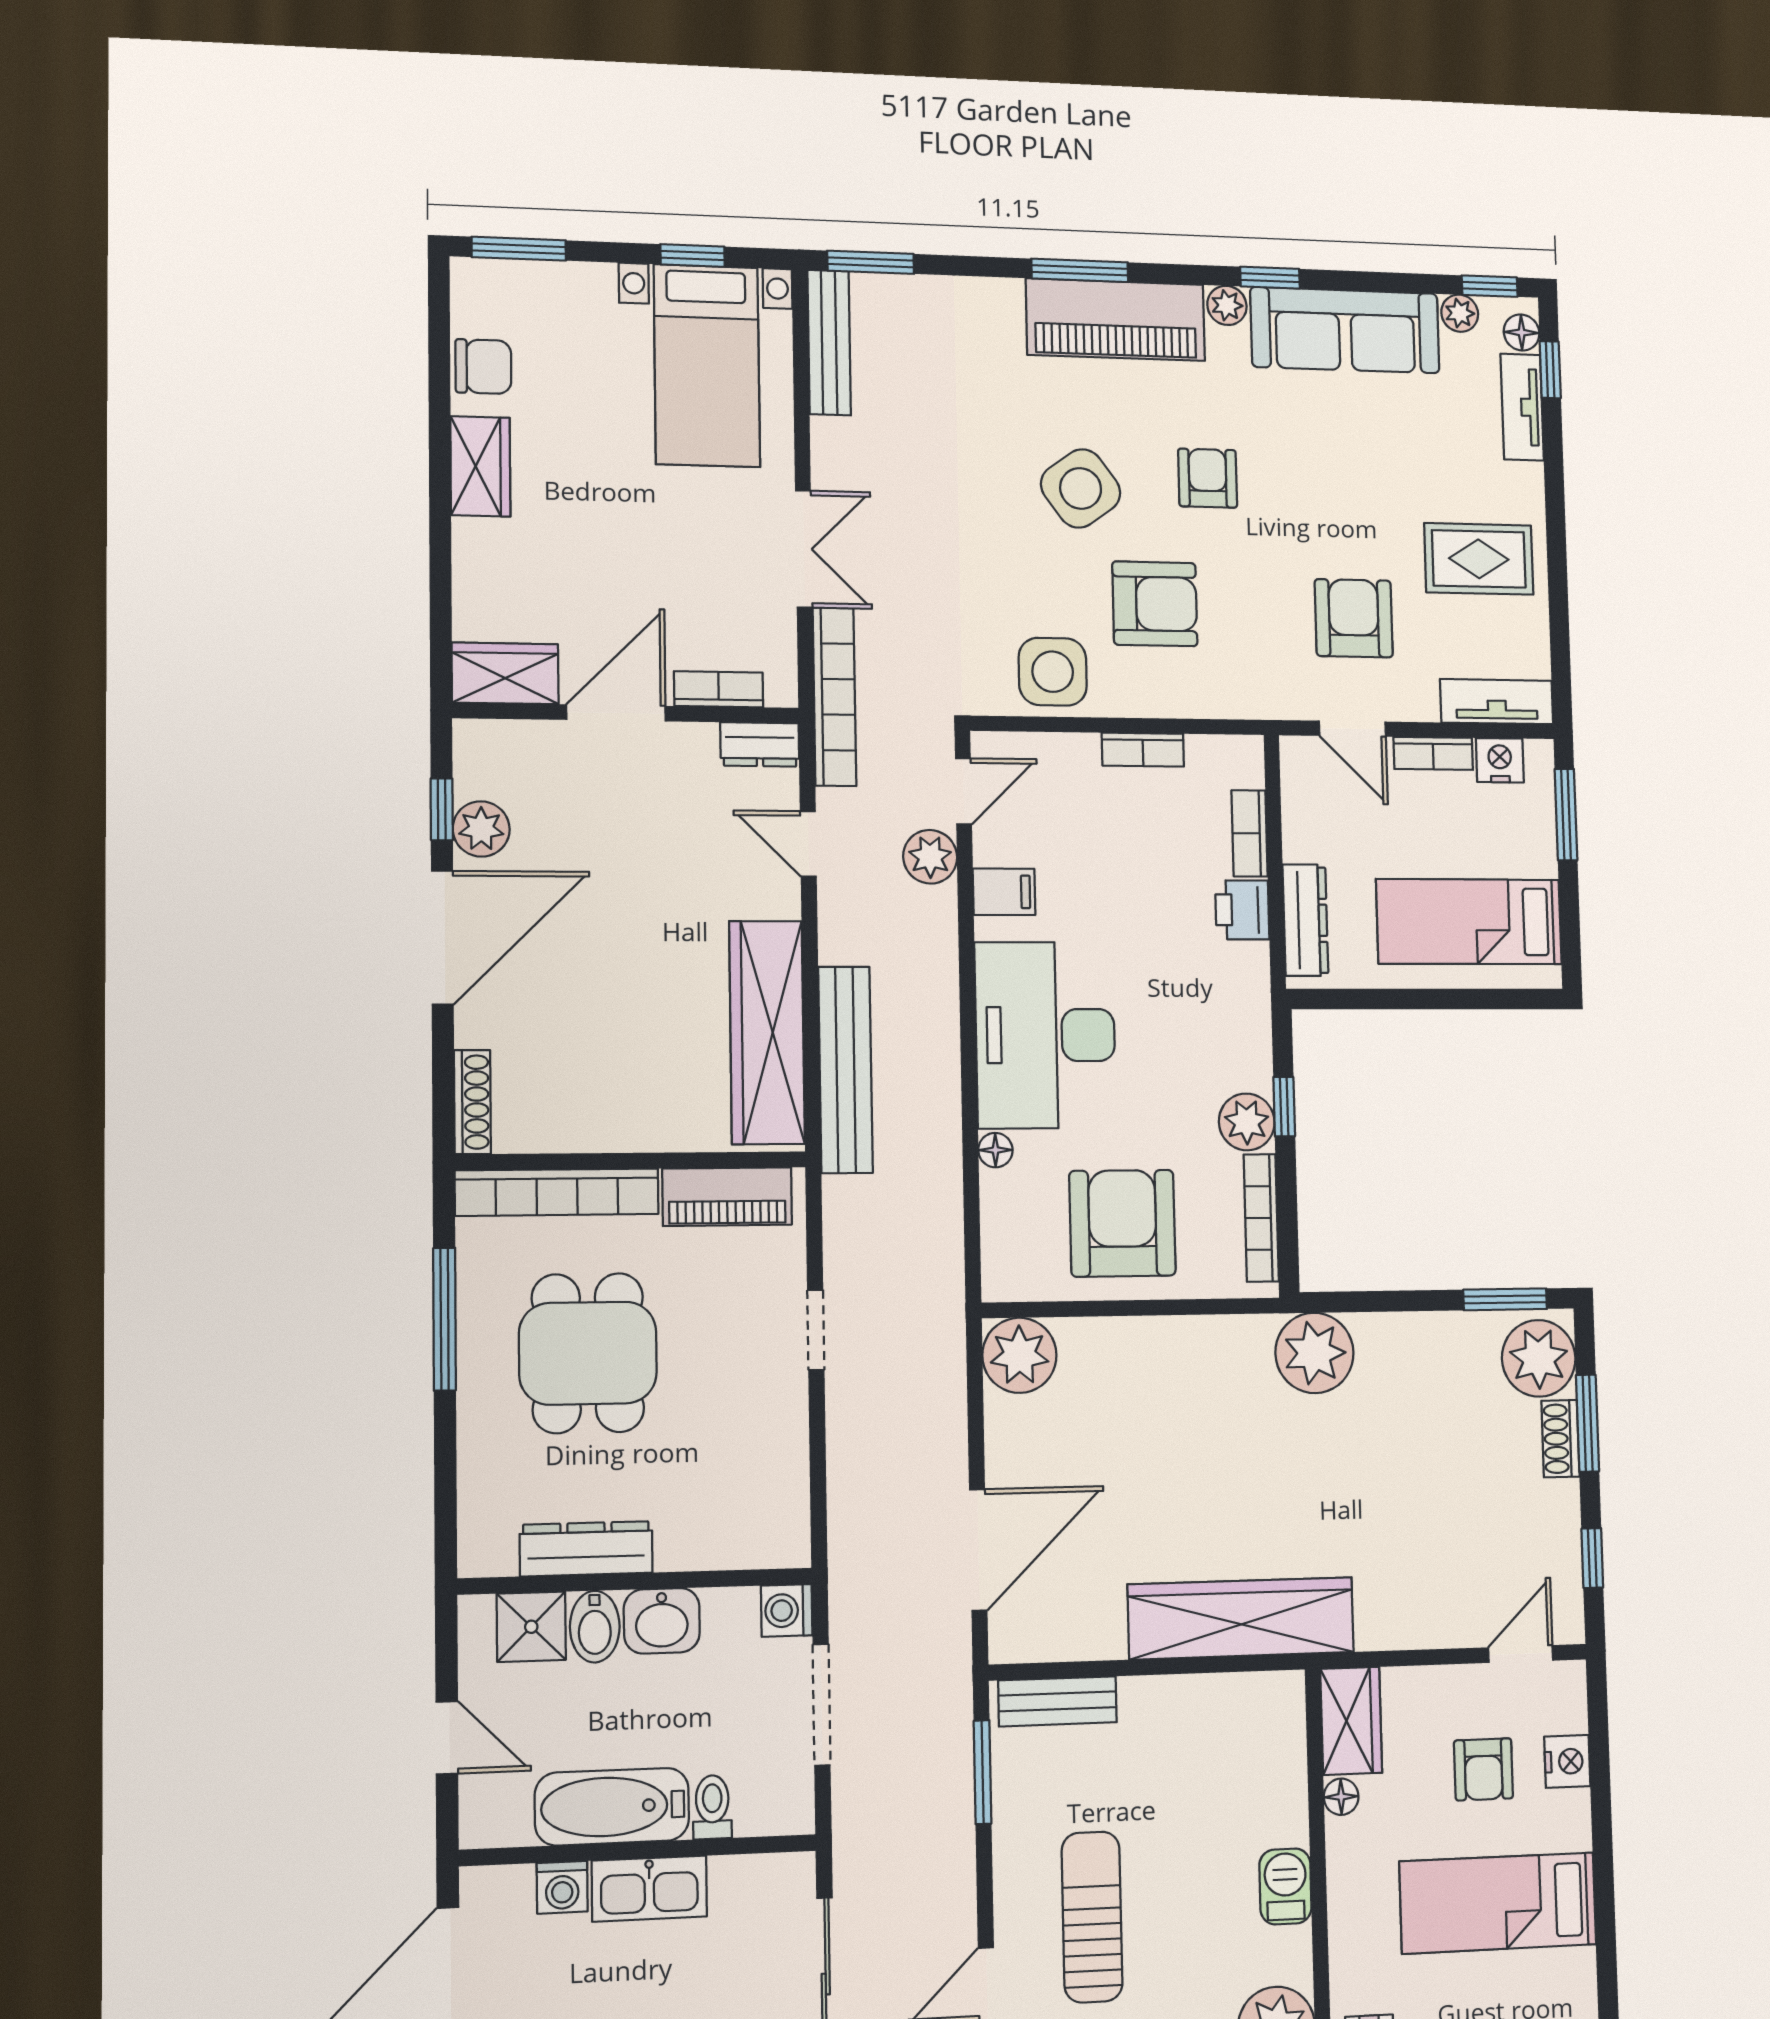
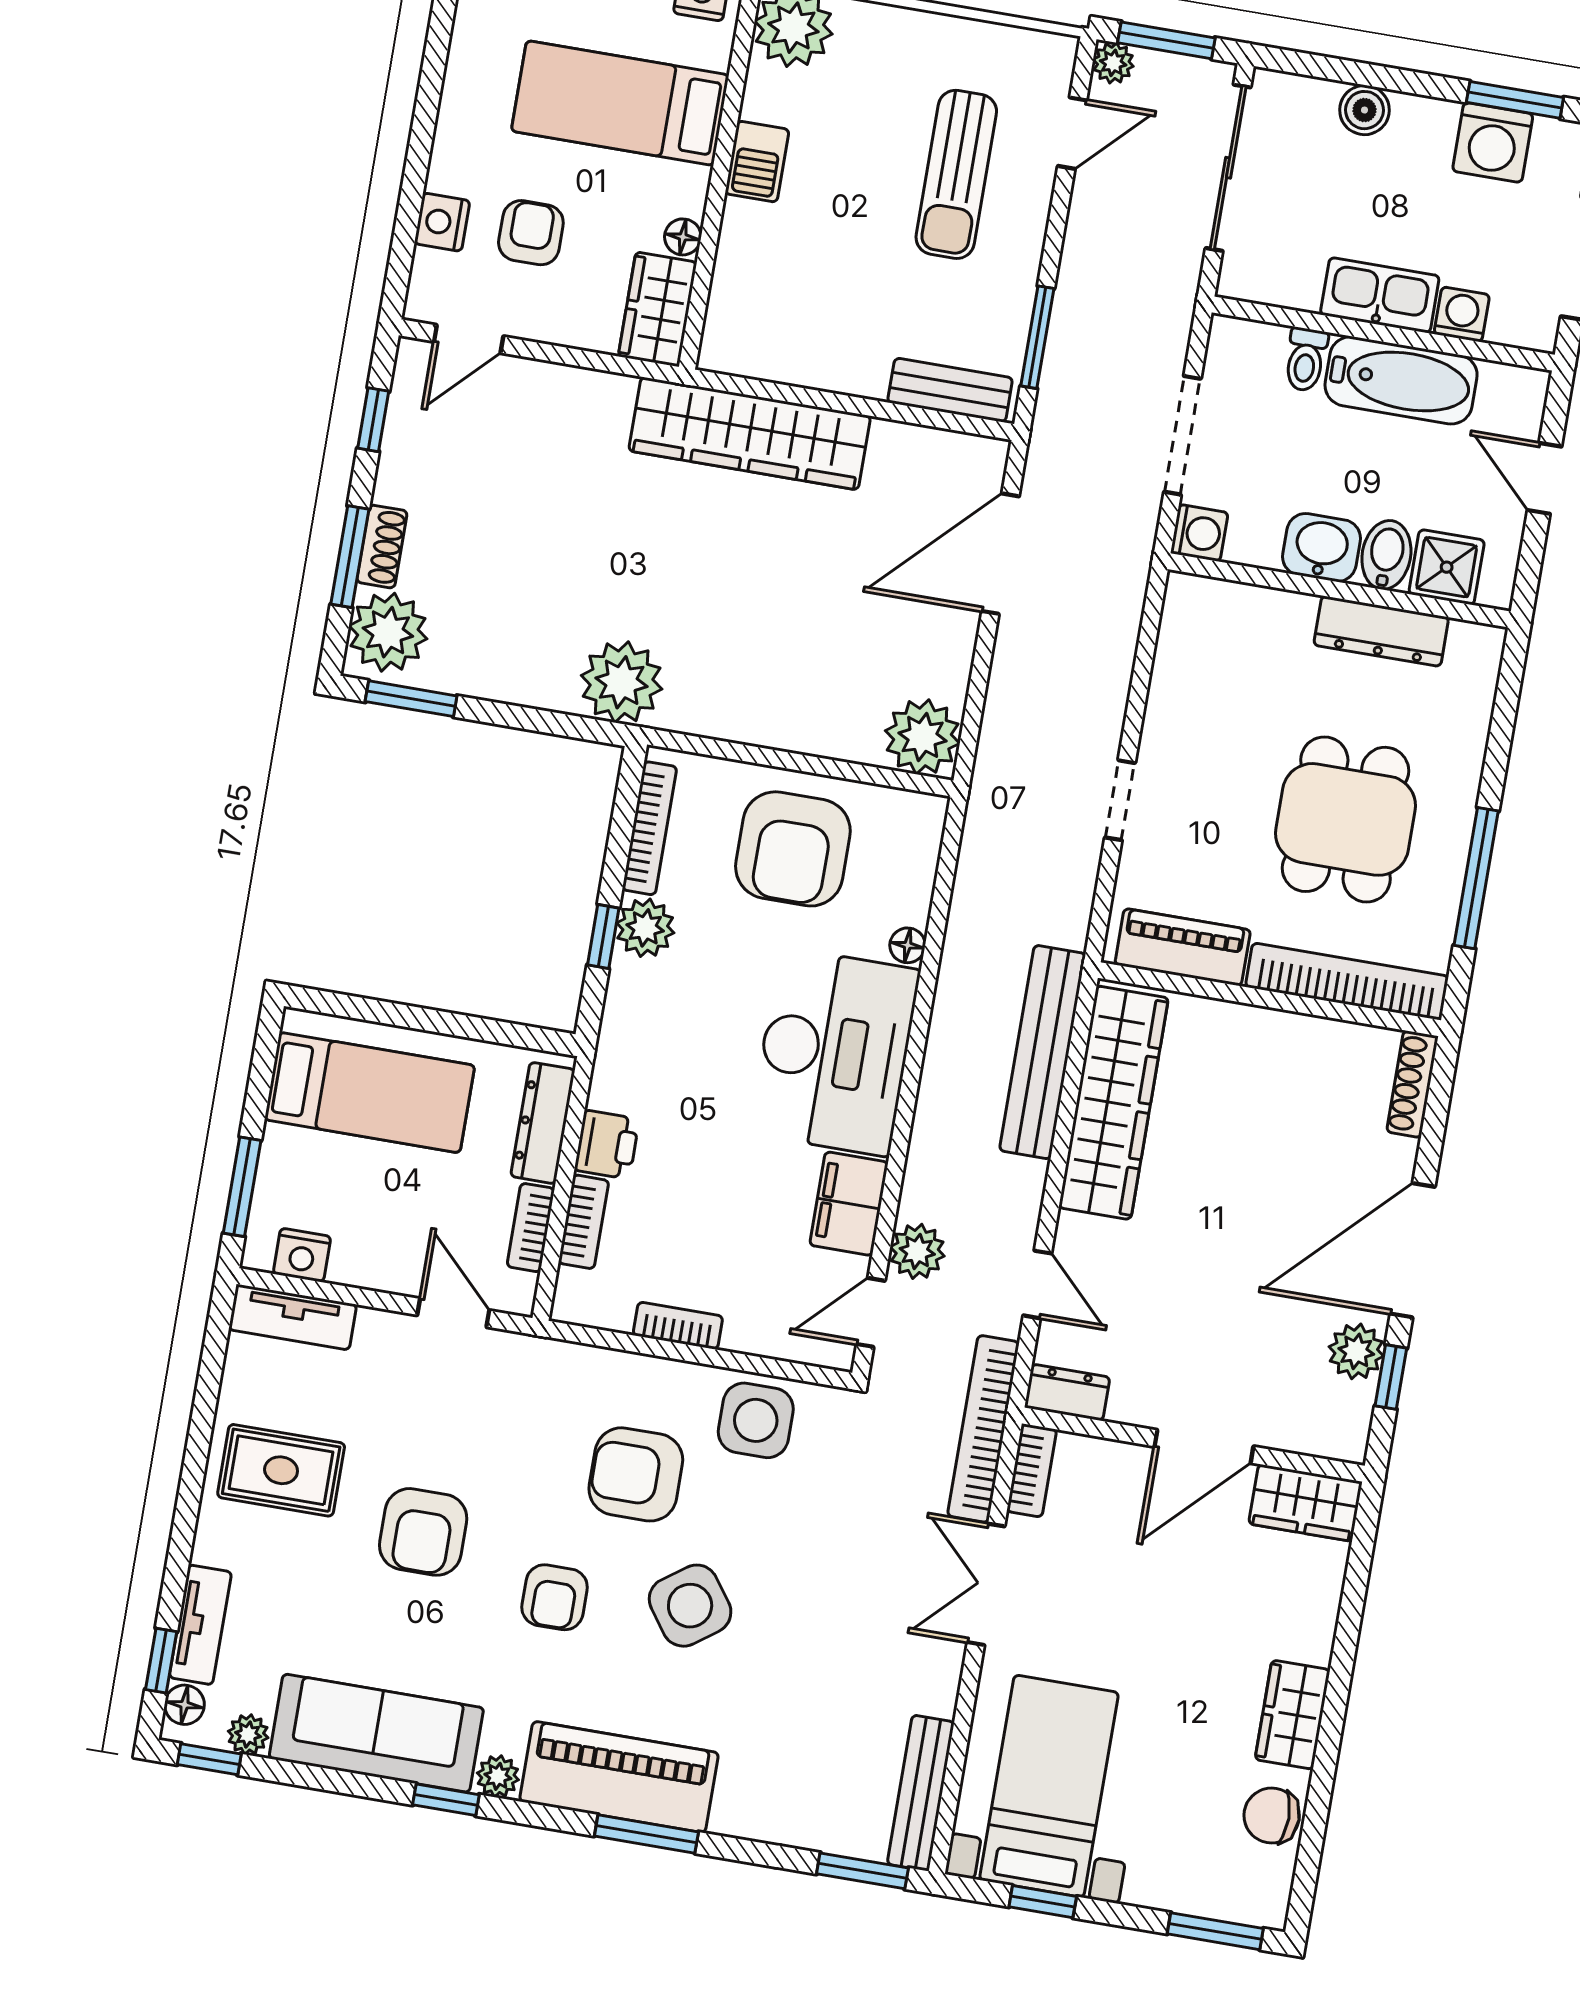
armchair: (1354, 618) -> (423, 1532), moved
bookcase: (719, 689) -> (1032, 1470), moved, turned -90
bookcase: (1433, 753) -> (531, 1228), moved, turned -90
filing cabinet: (1004, 892) -> (849, 1204), width x2.00
bed: (1498, 1903) -> (620, 103), moved, turned 180

